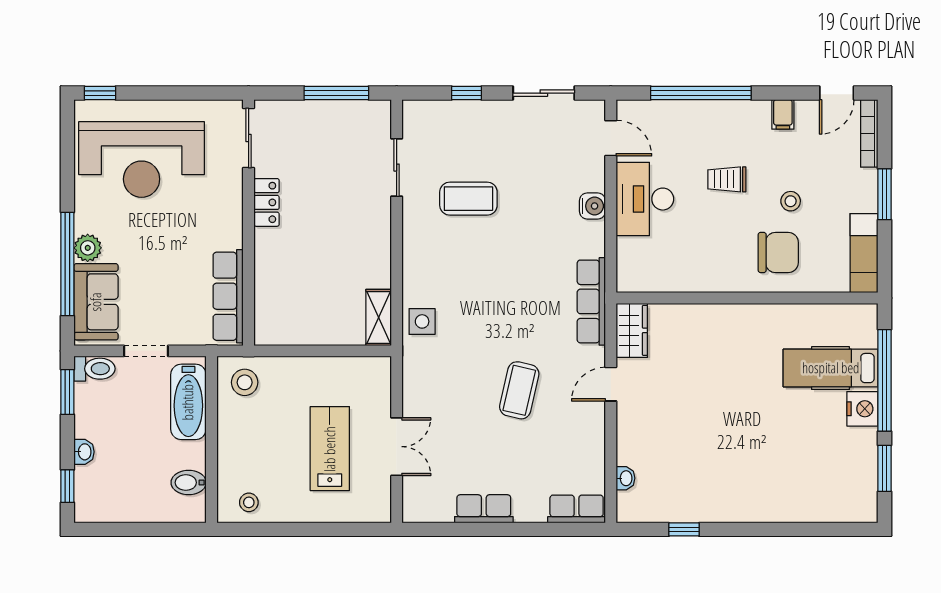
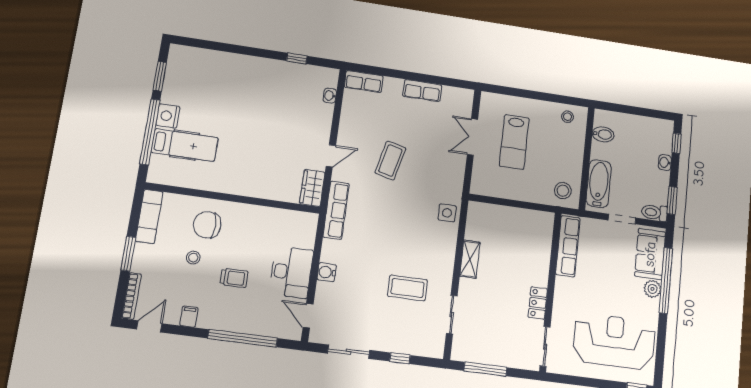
shelving: (379, 317) -> (470, 259), moved

